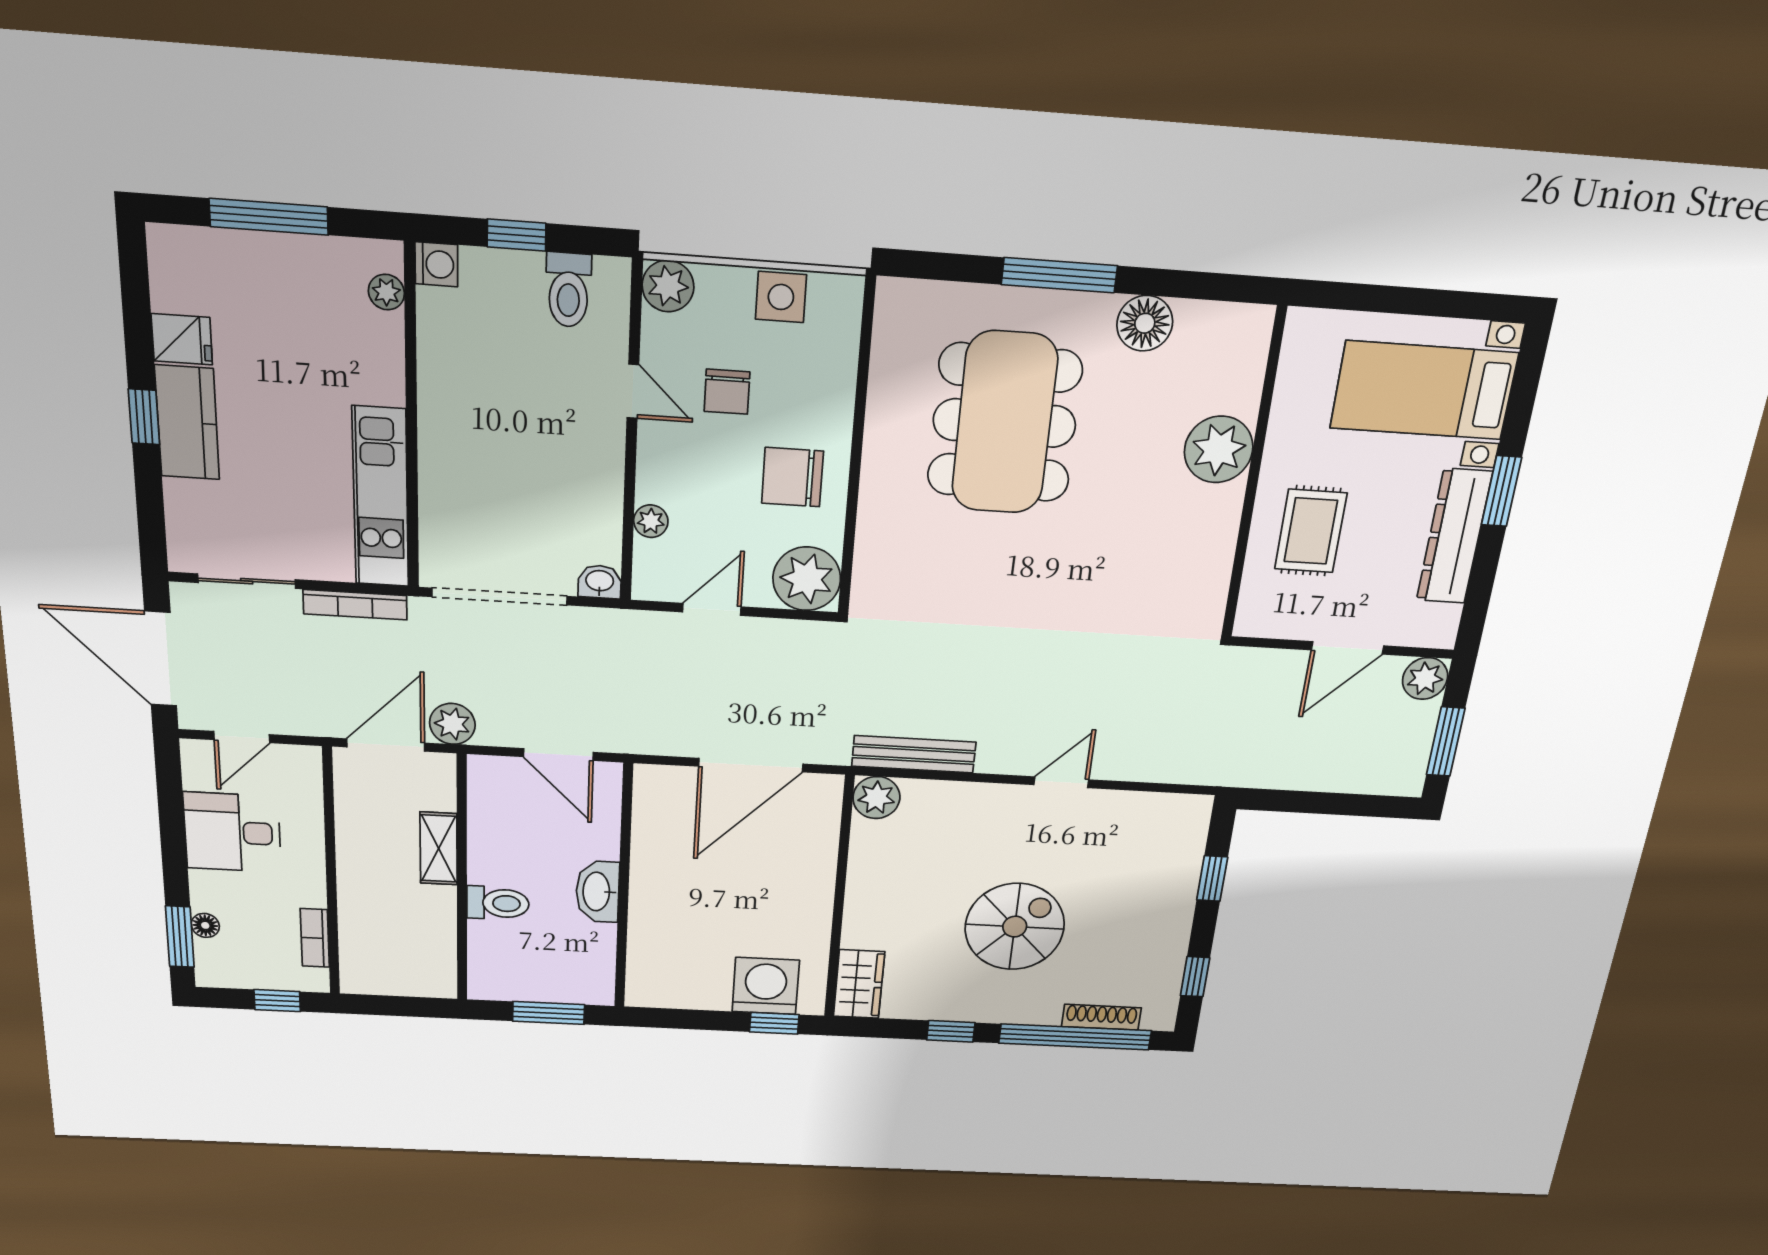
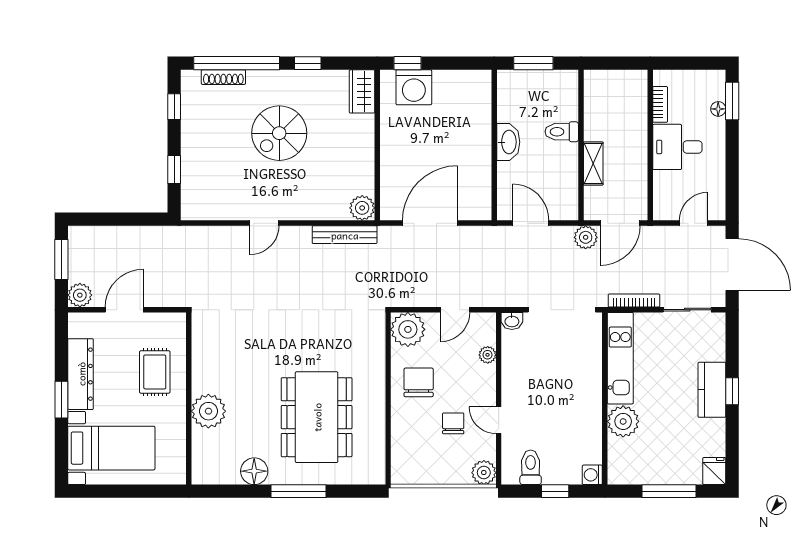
plant: (386, 292) -> (623, 421), moved, width x1.88, depth x1.88
side table: (781, 297) -> (430, 471), removed
fridge: (182, 339) -> (714, 471), moved, turned 90
chair: (793, 477) -> (419, 382), turned -90
desk: (232, 832) -> (677, 147), moved, turned 180
window: (277, 1001) -> (682, 63), removed

